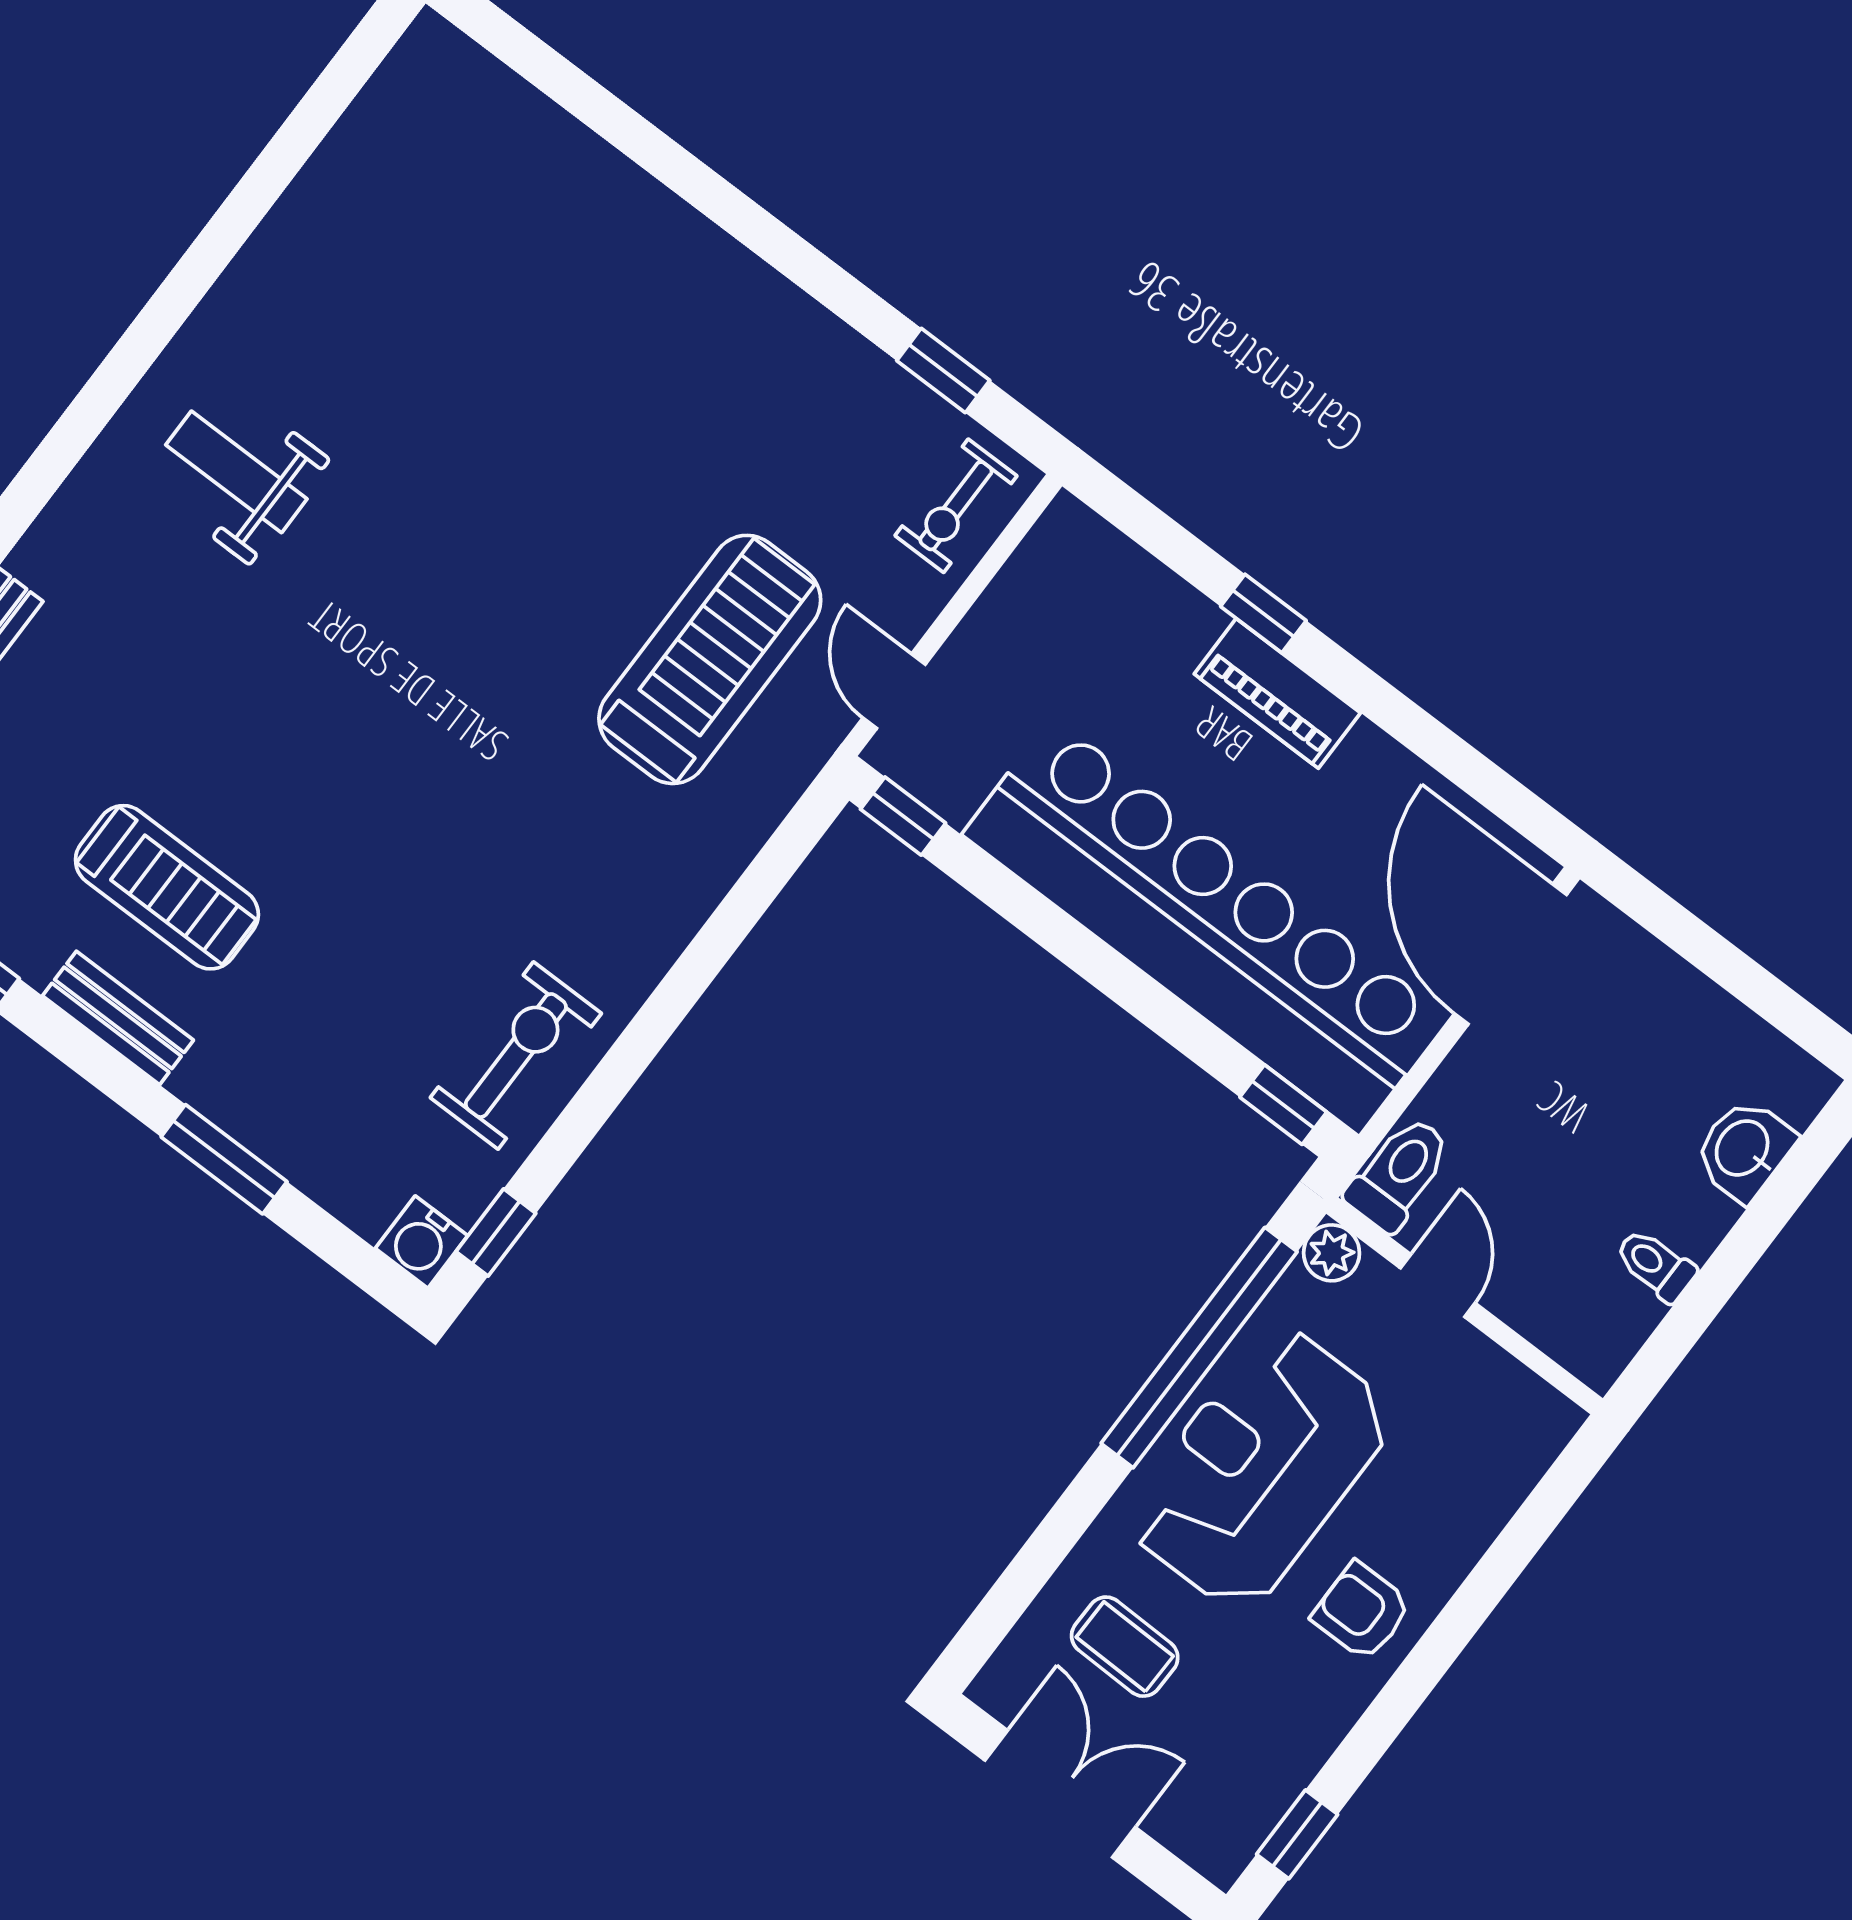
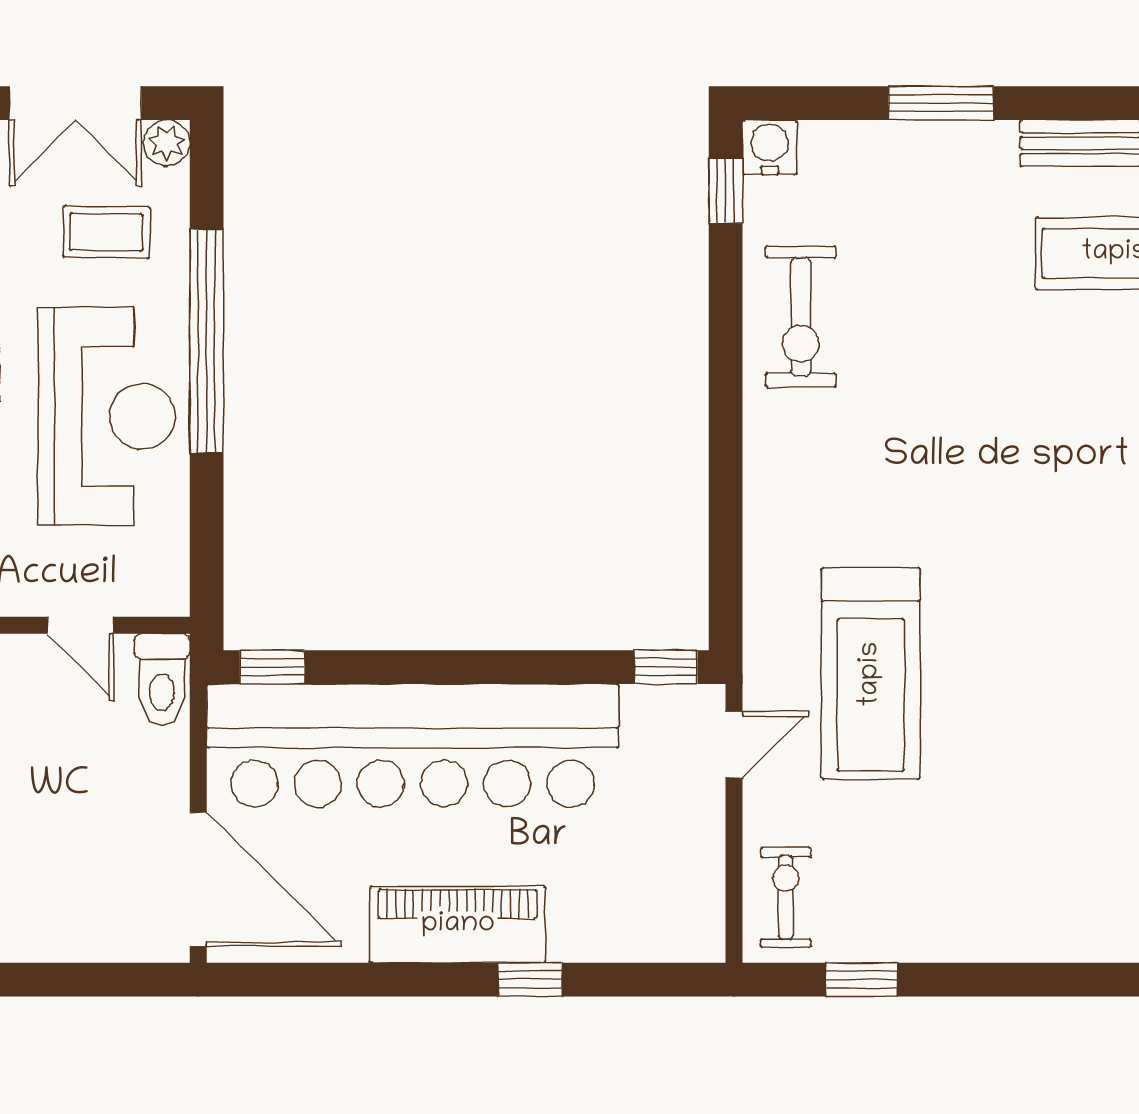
door: (894, 691) -> (734, 745), hinge flipped
piano: (1277, 693) -> (458, 925), width x1.37, depth x1.33
plant: (1332, 1253) -> (167, 143), moved
window: (1199, 1348) -> (207, 341), moved

